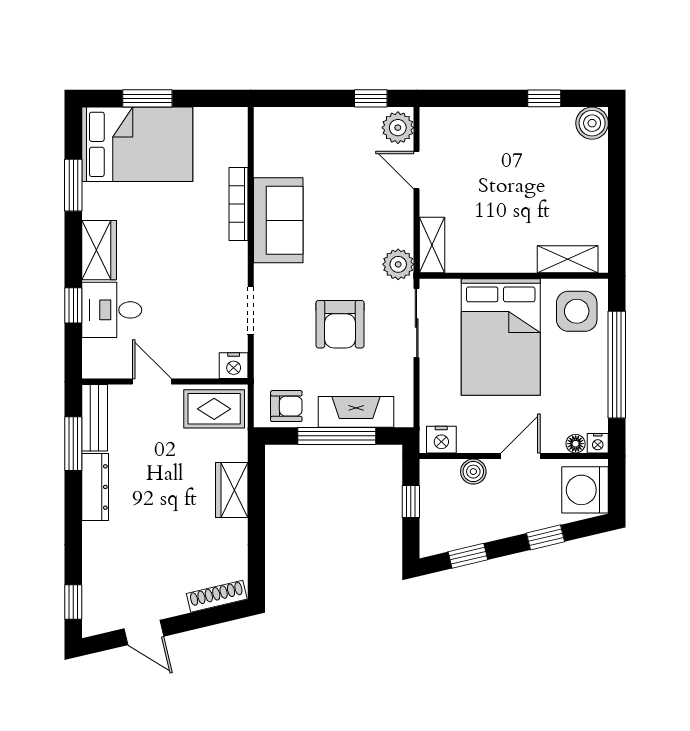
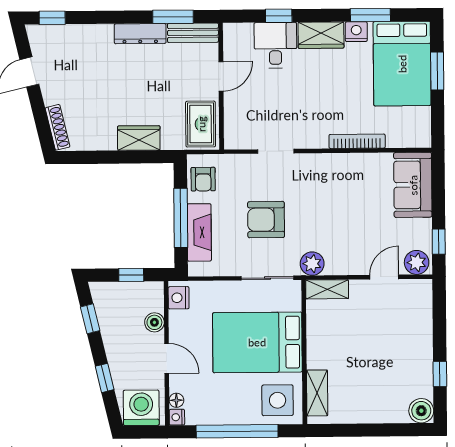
sofa: (278, 220) -> (413, 185), moved, turned 90
nightstand: (234, 366) -> (356, 32), moved, turned 90

